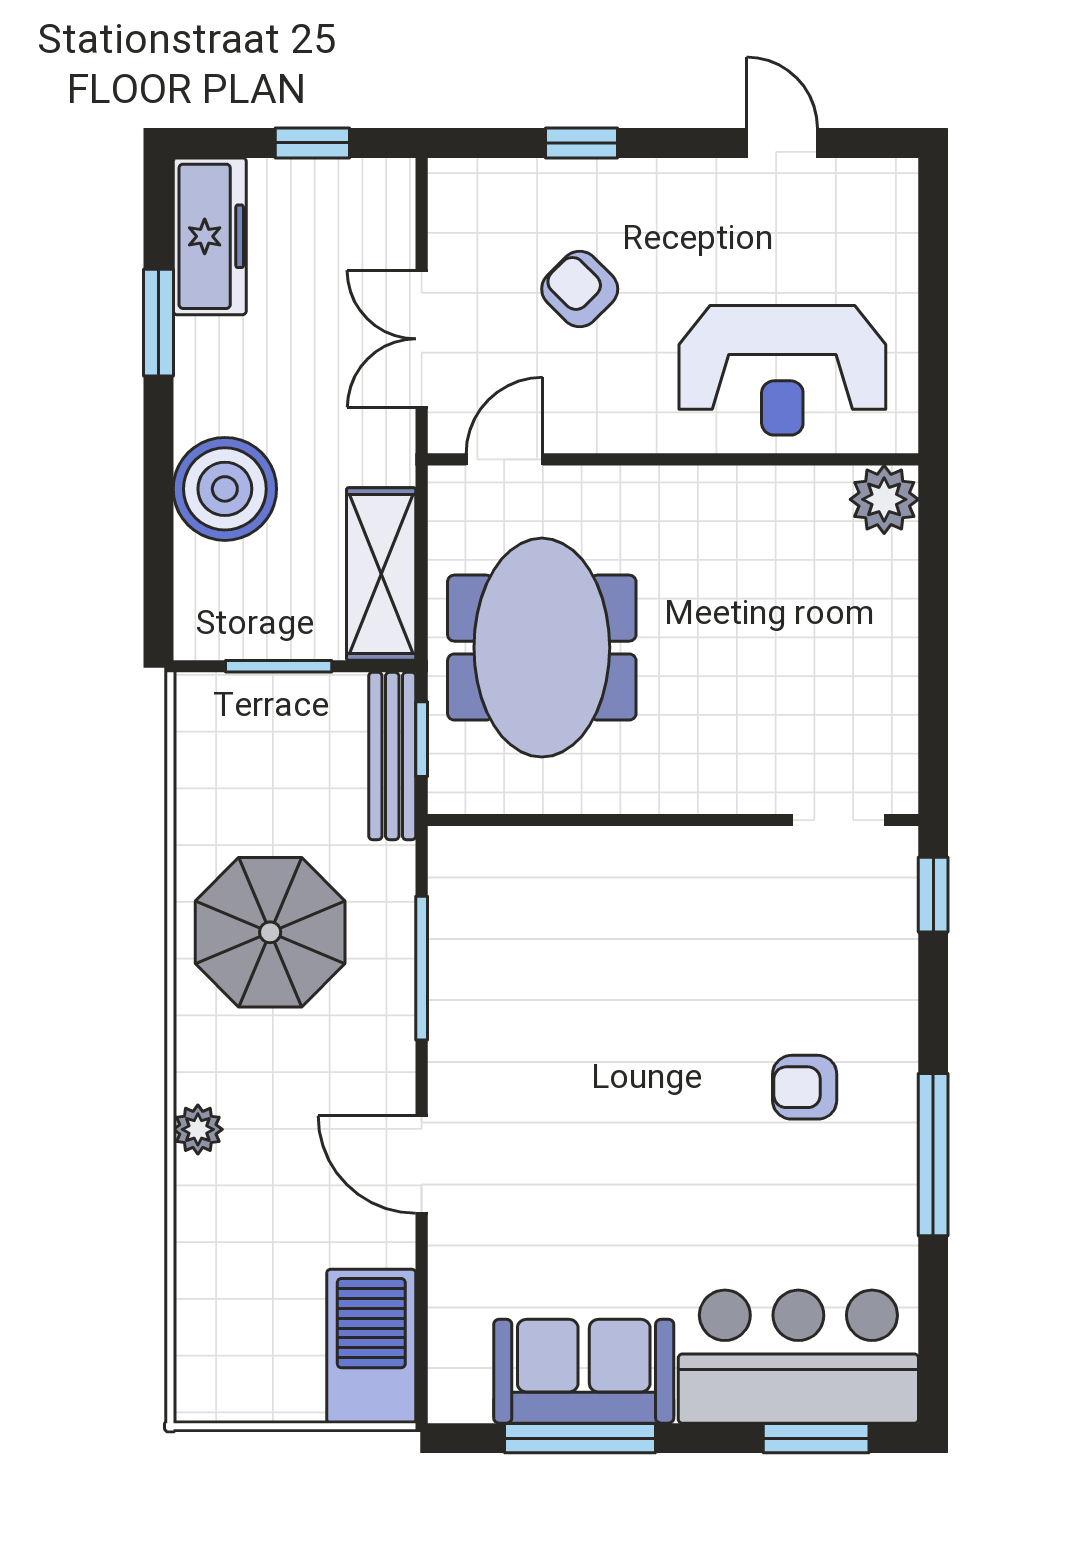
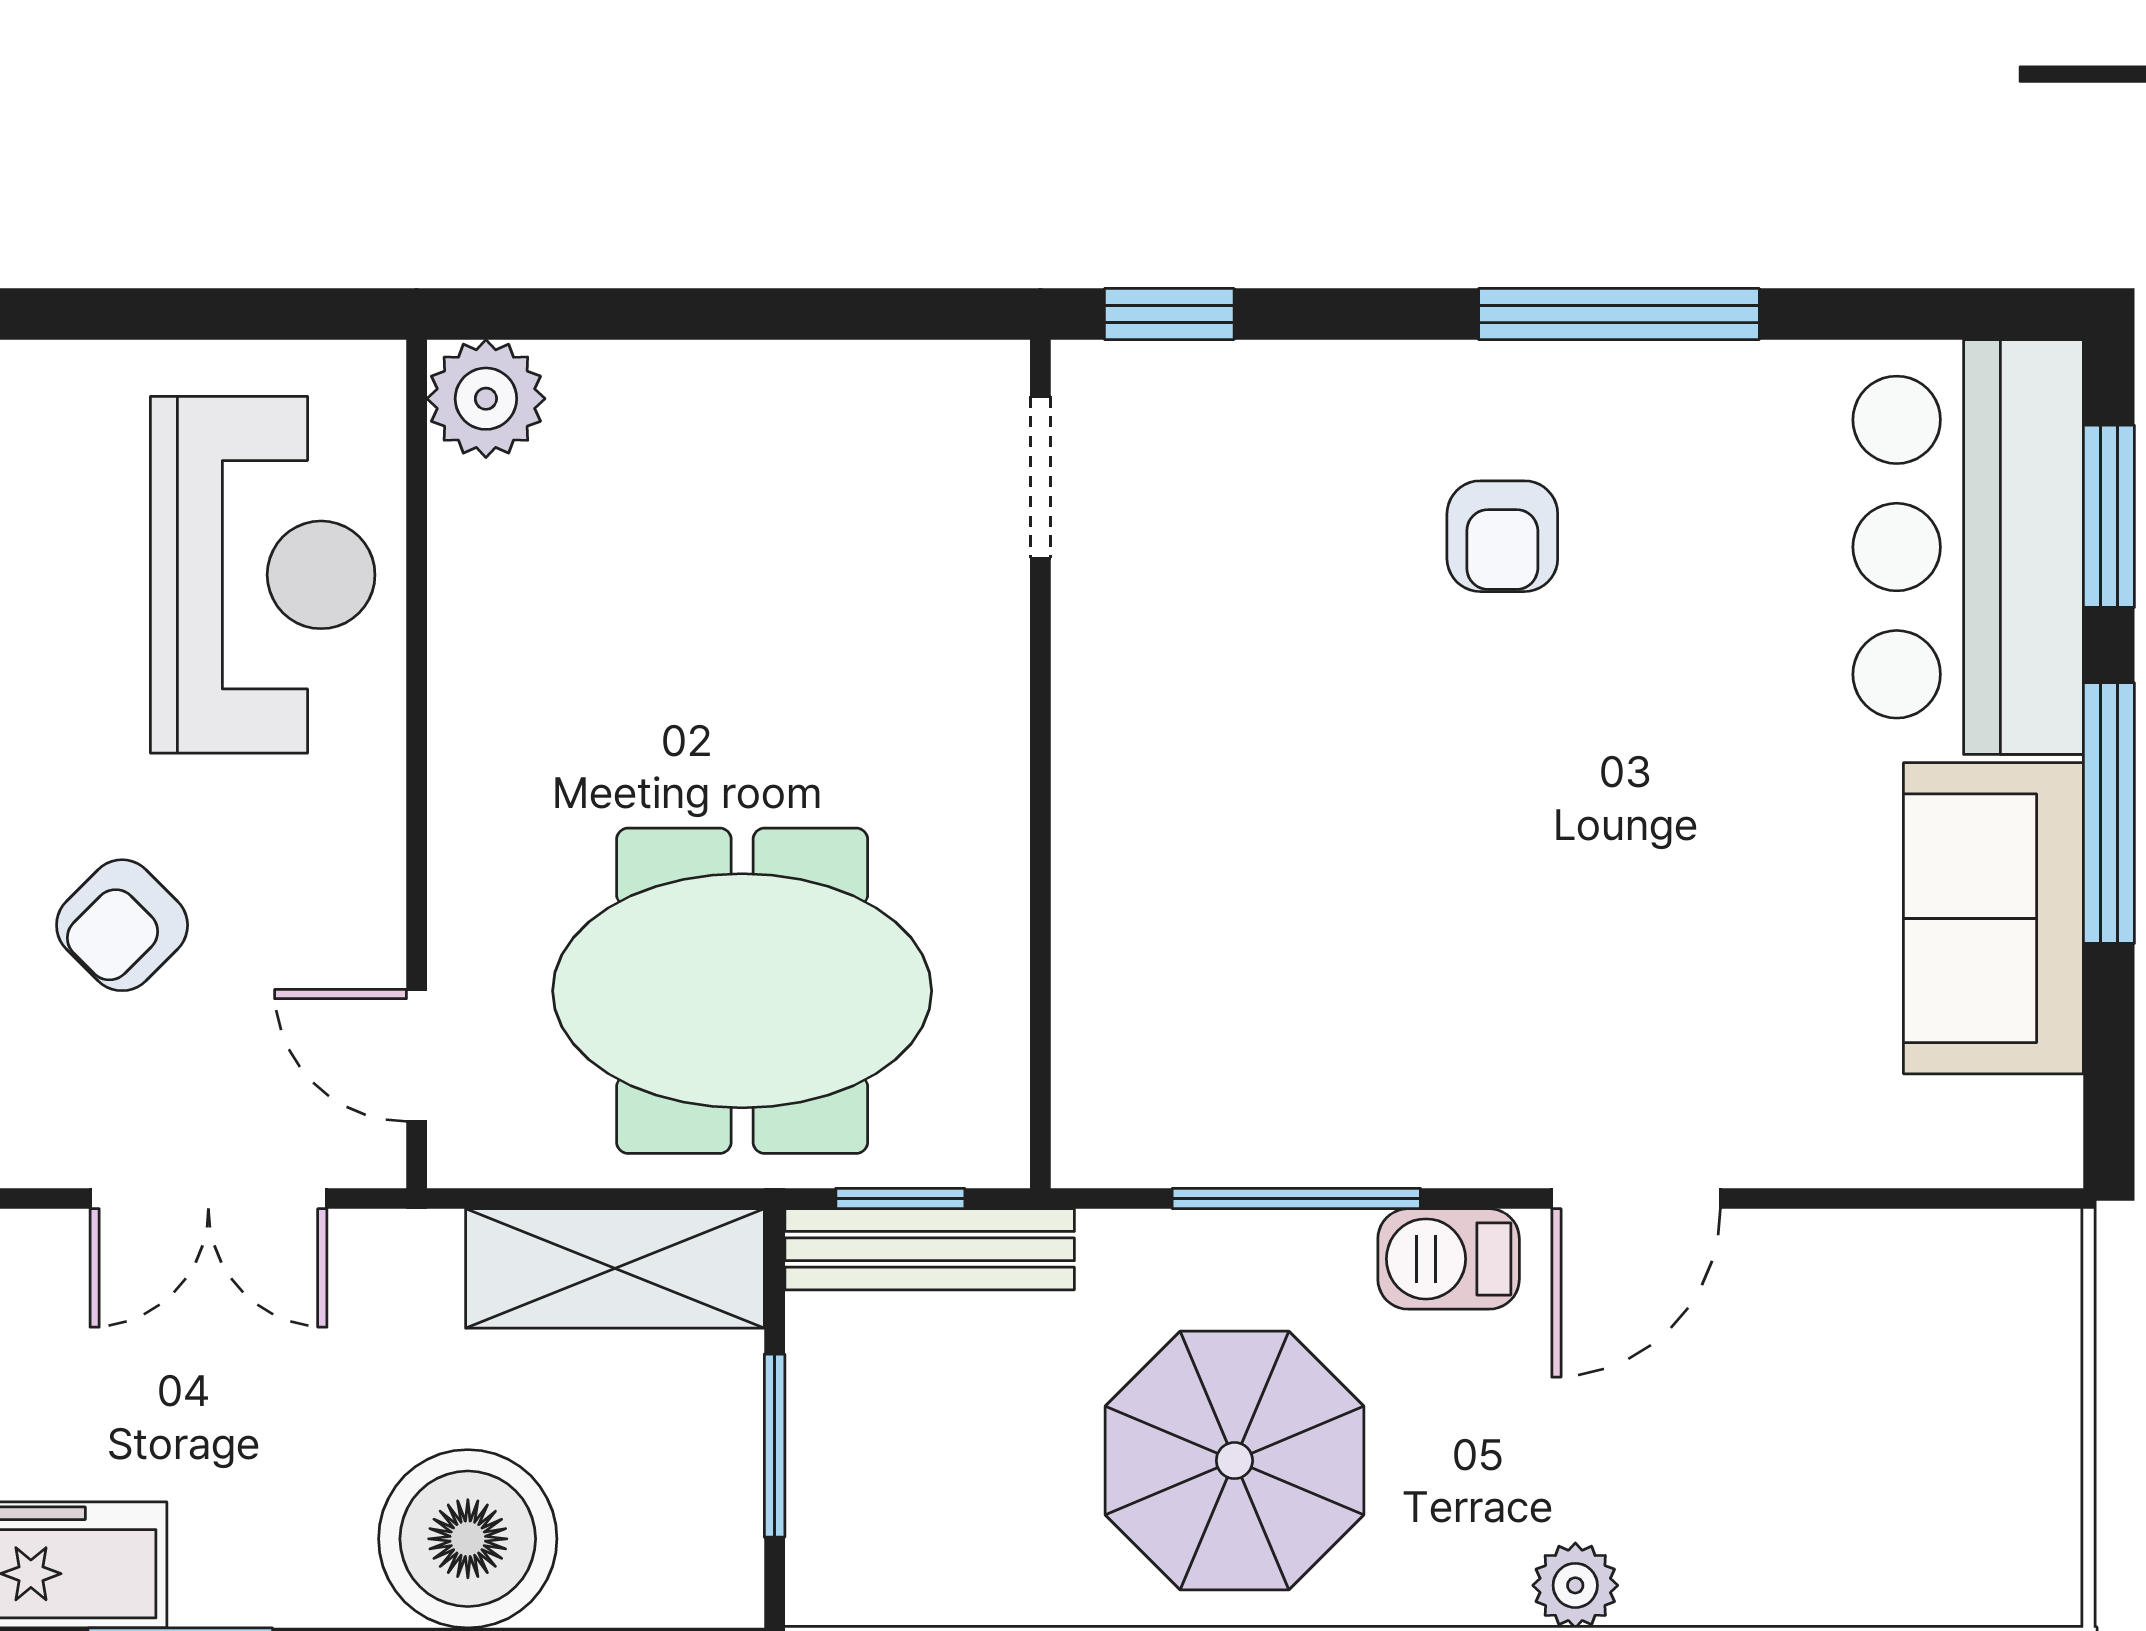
barbecue: (371, 1346) -> (1449, 1259), moved, width x0.53, depth x0.65
window: (580, 1438) -> (2109, 813), moved

